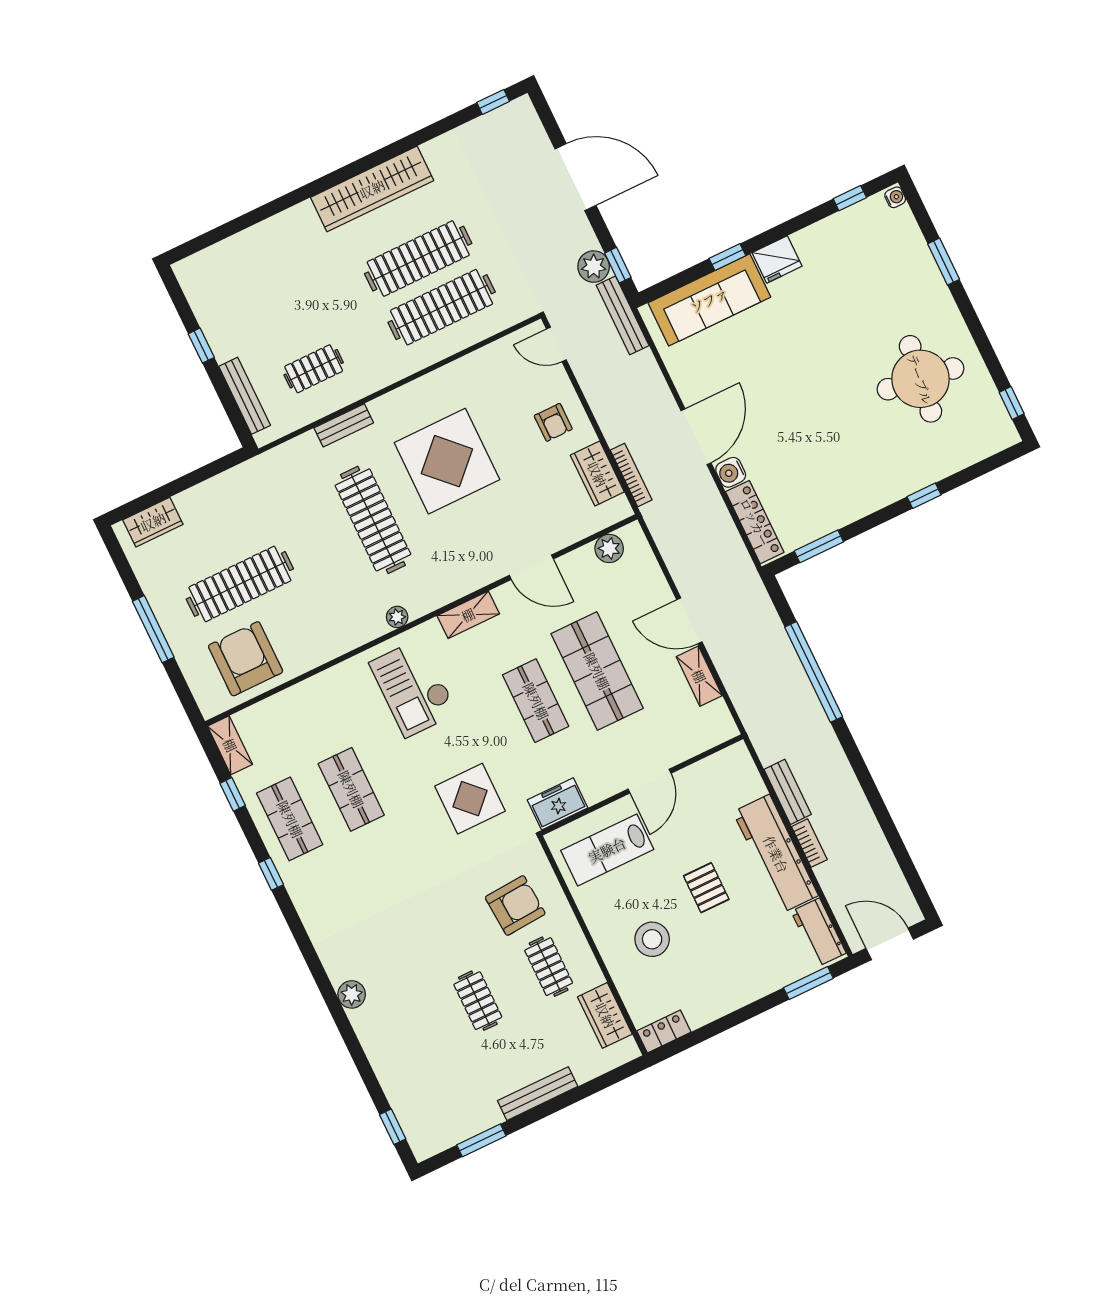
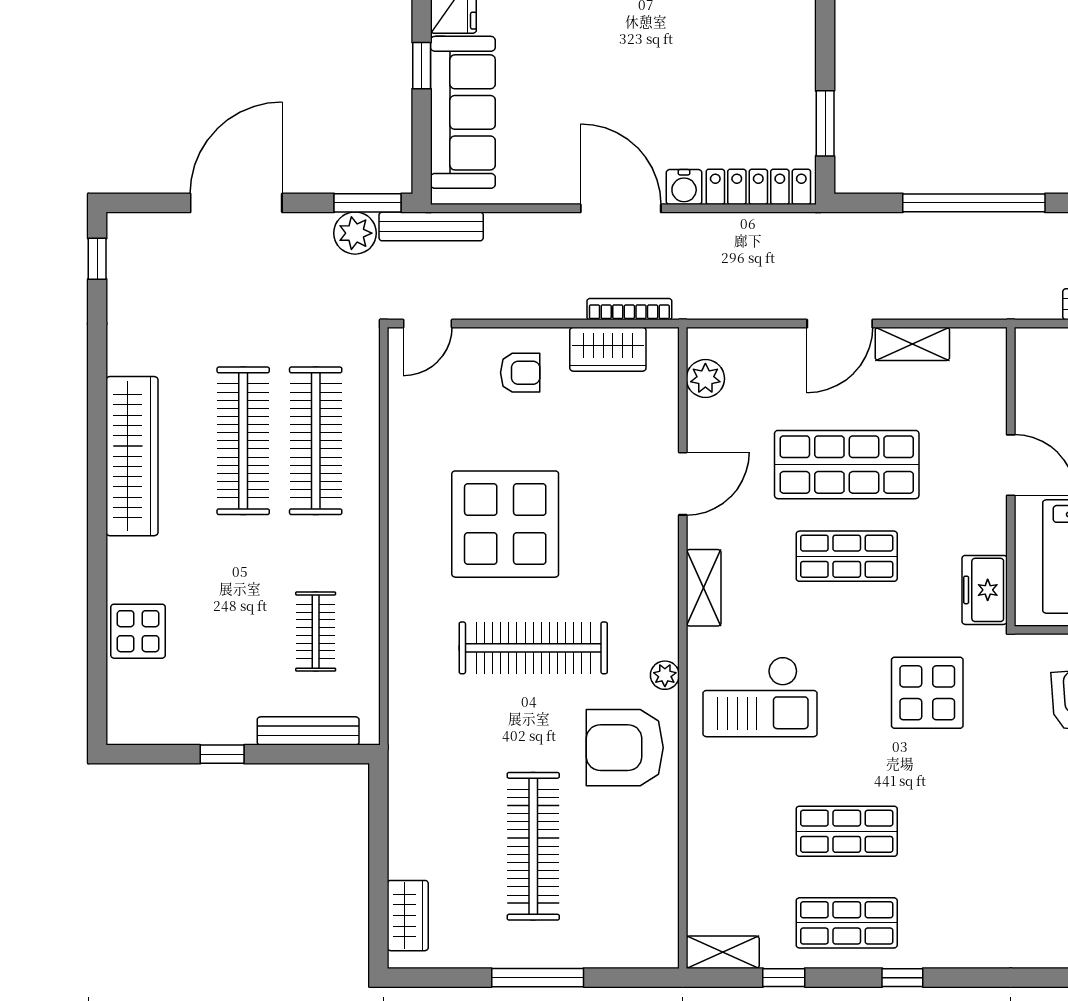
display table: (257, 249) -> (138, 631), added
window: (618, 265) -> (368, 203), width x1.50
bench: (344, 425) -> (402, 628), removed
armchair: (246, 659) -> (625, 748), moved

